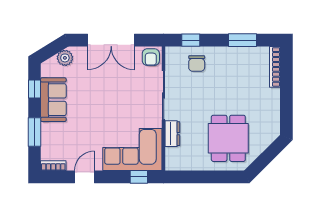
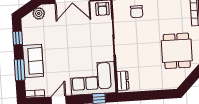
sofa: (53, 100) -> (33, 61), moved
dresser: (172, 134) -> (123, 81), moved
dining table: (228, 138) -> (177, 51), moved

